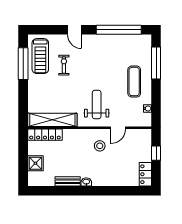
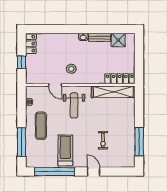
treadmill: (40, 56) -> (65, 150), moved
door: (118, 128) -> (55, 85), swing flipped
shower: (35, 163) -> (118, 40), moved

